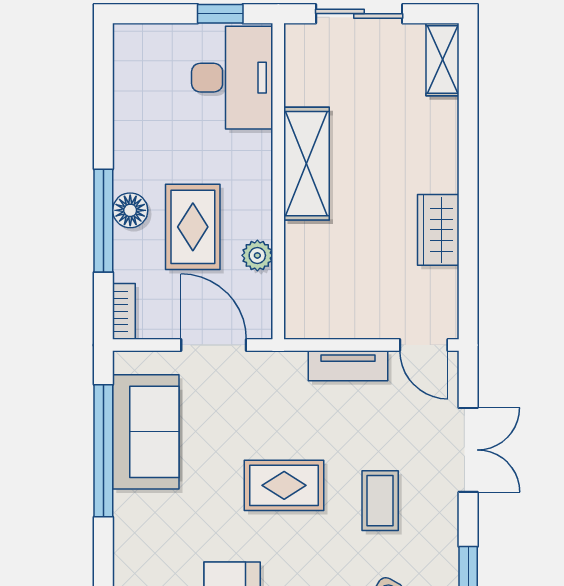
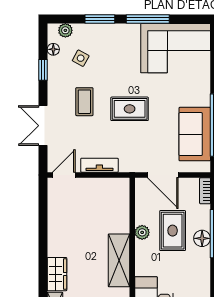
wardrobe: (438, 230) -> (57, 274), moved
plant: (257, 255) -> (142, 232), moved
door: (424, 345) -> (64, 175), hinge flipped

